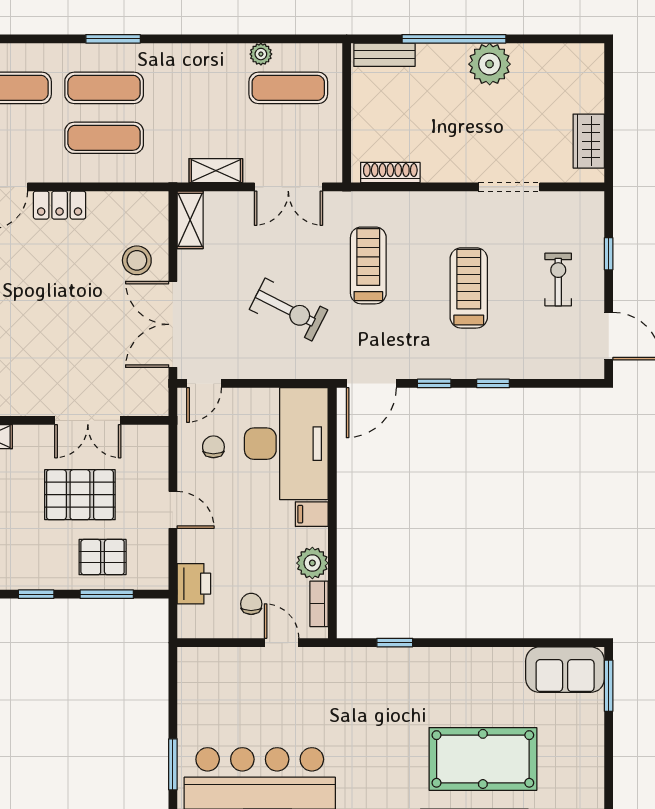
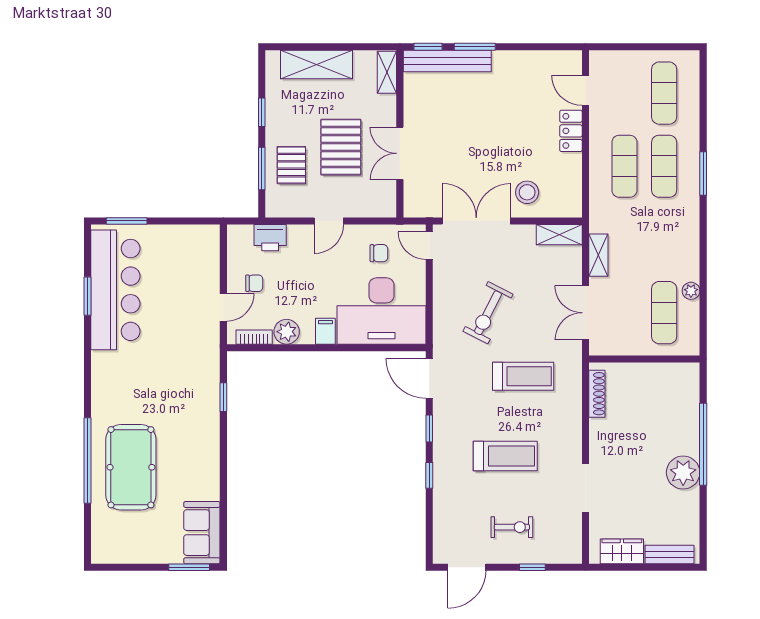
bench: (384, 55) -> (669, 555), moved, turned 90

